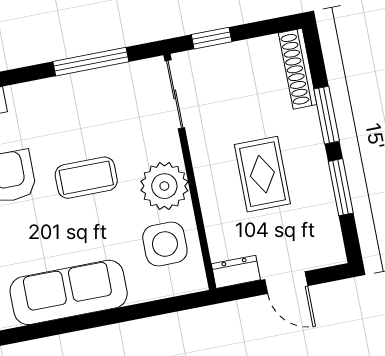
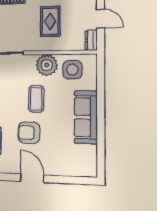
rug: (262, 174) -> (50, 21), turned 90
door: (286, 283) -> (101, 19), hinge flipped

